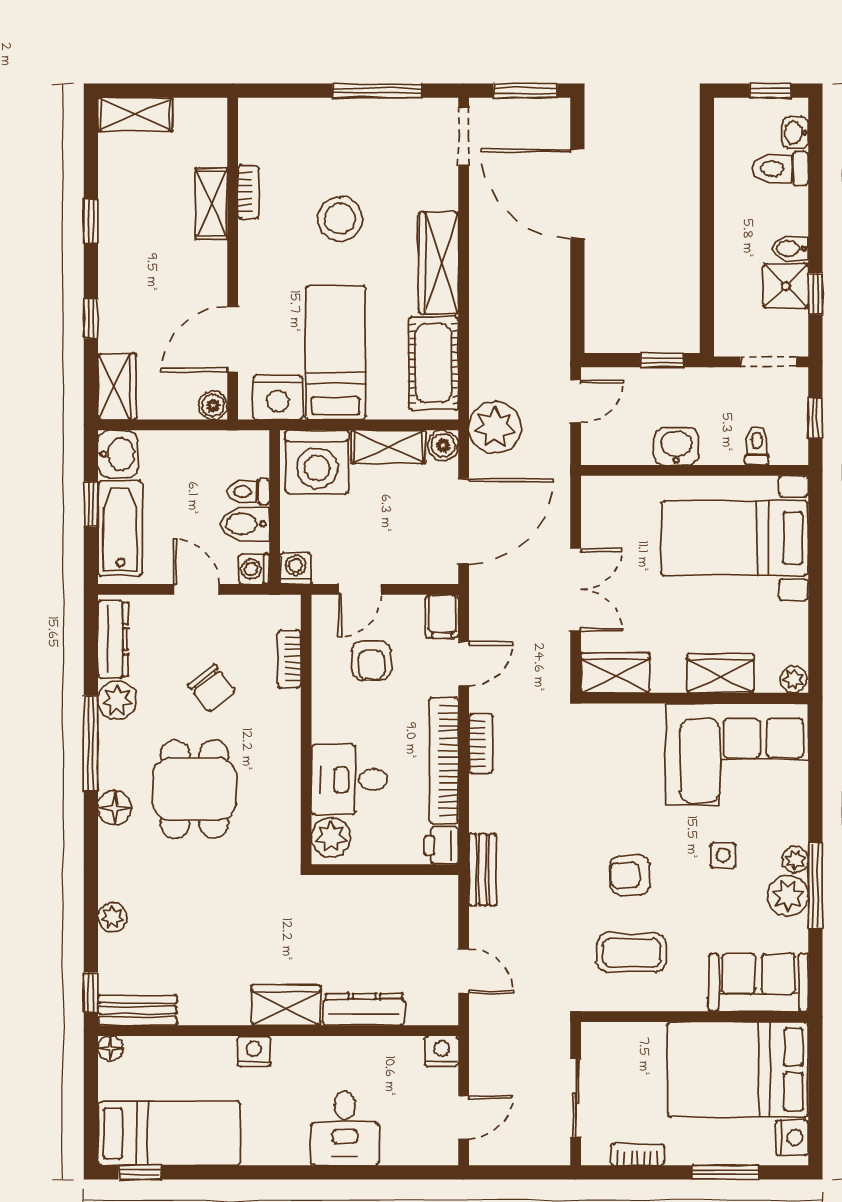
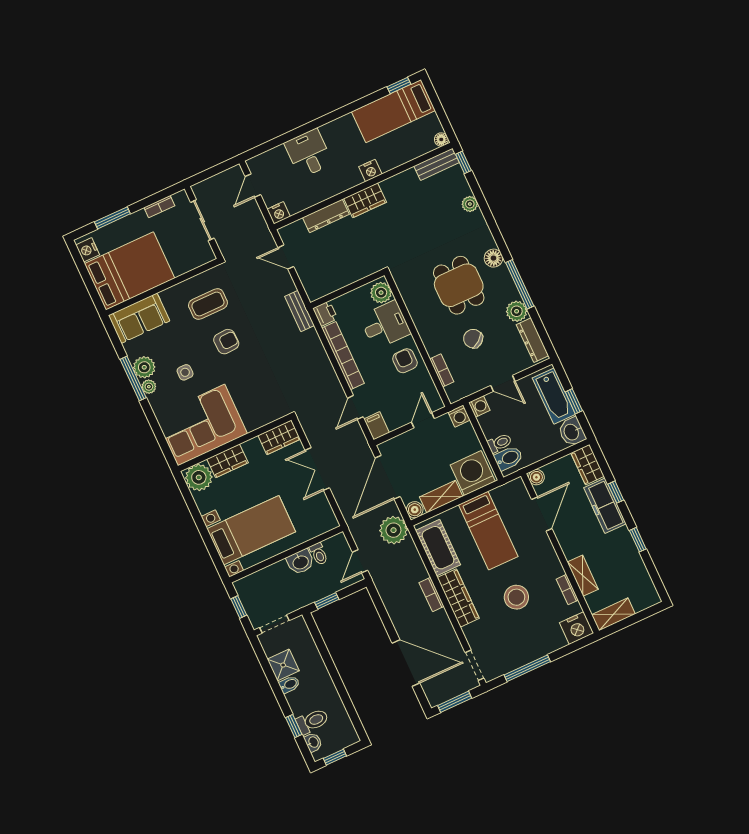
shelving: (135, 114) -> (613, 614), moved
window: (815, 294) -> (294, 726), moved
freezer: (120, 304) -> (605, 506), added
nightstand: (278, 397) -> (577, 628), moved, turned 180
toilet: (757, 446) -> (319, 554), moved
bidet: (245, 524) -> (508, 458), moved
armchair: (371, 660) -> (405, 361), moved
plant: (793, 679) -> (199, 477), width x1.88, depth x1.88
bookcase: (481, 744) -> (432, 595), moved

